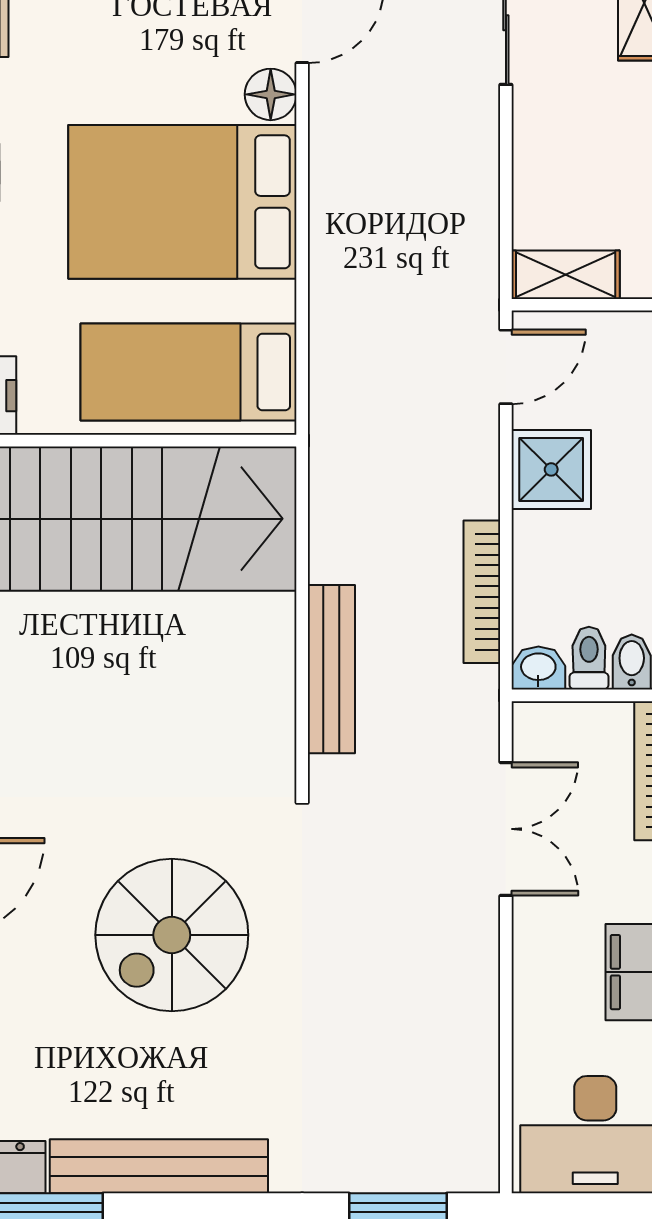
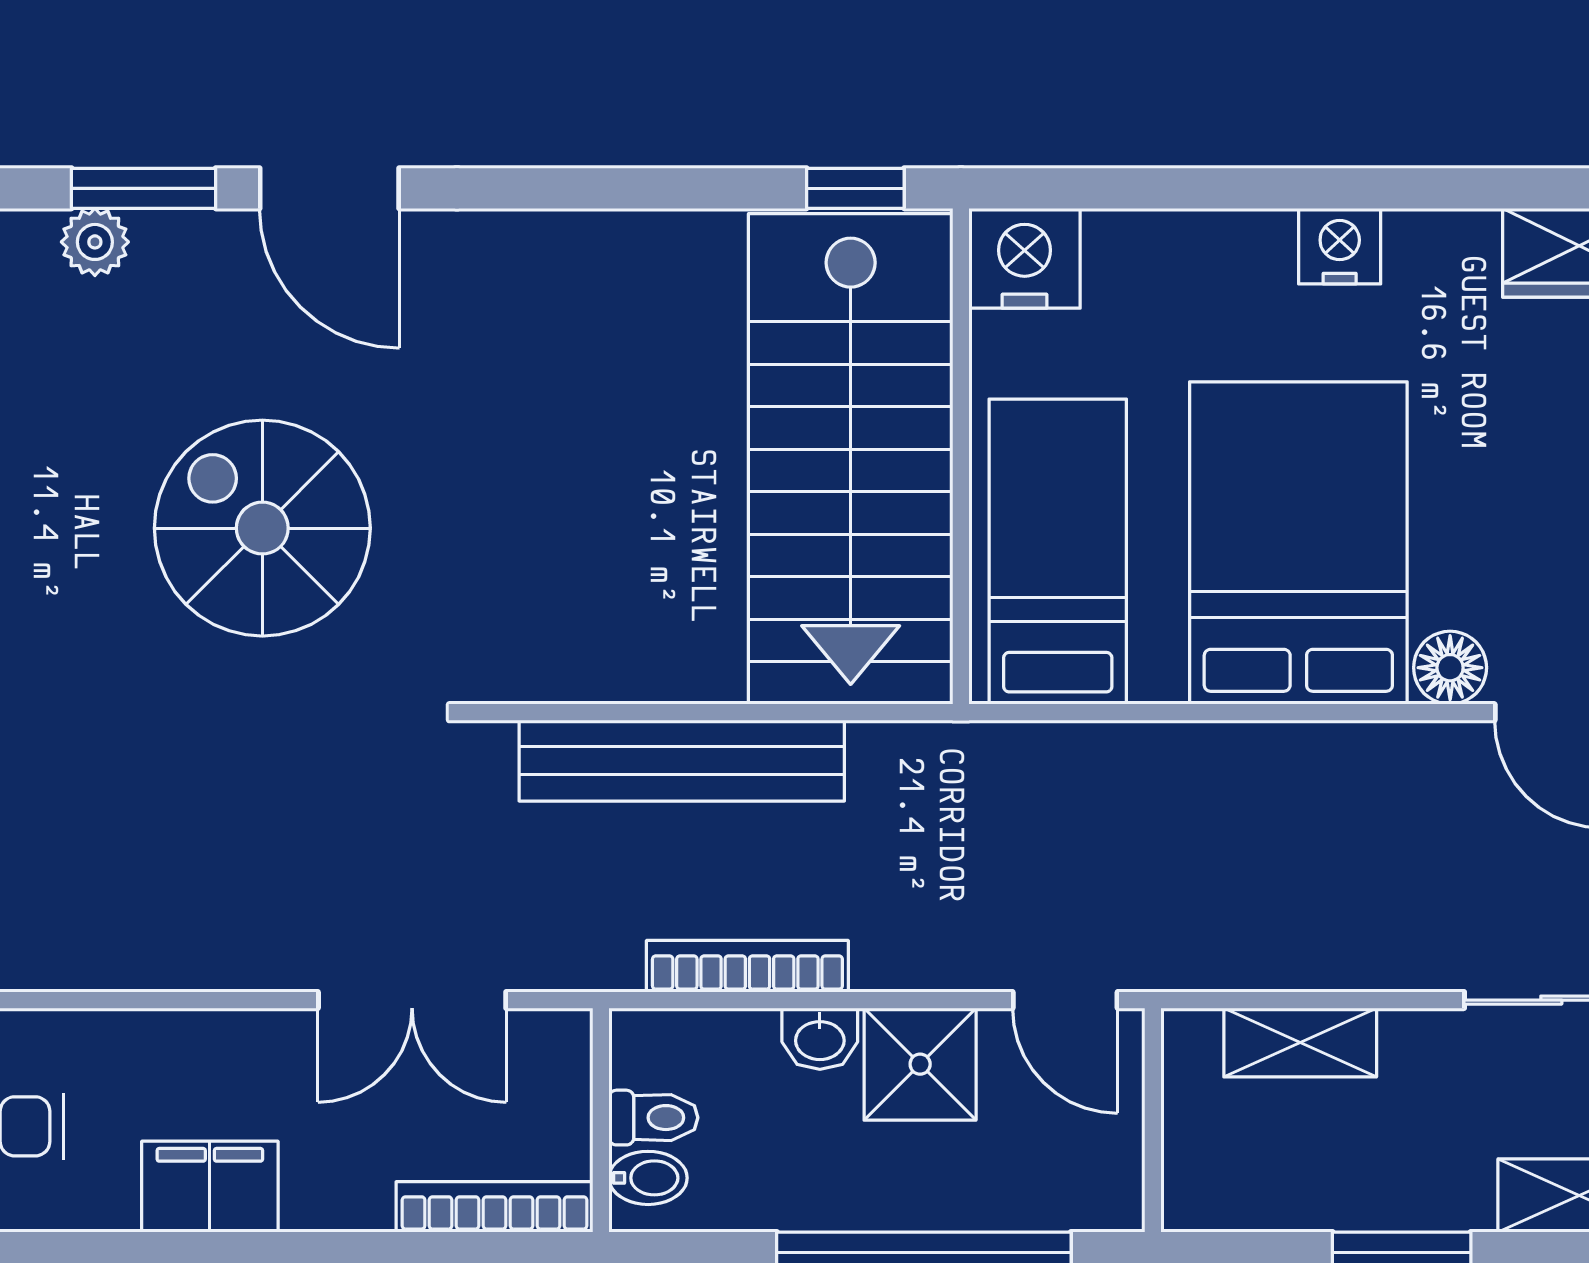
shelving: (566, 275) -> (1300, 1042), moved, turned 90
washbasin: (538, 668) -> (820, 1039), moved, turned 90
bench: (331, 669) -> (682, 761), width x1.37, depth x1.21

